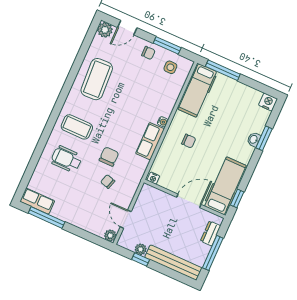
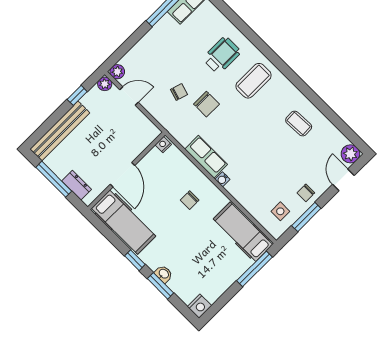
coffee table: (97, 79) -> (299, 124), width x0.54, depth x0.58
window: (237, 198) -> (135, 260), moved
plant: (141, 249) -> (105, 84), moved

